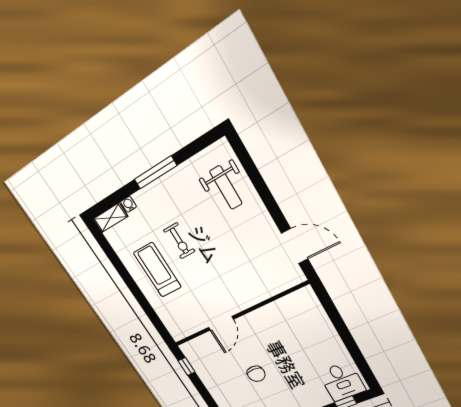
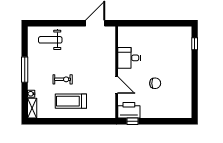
weight bench: (226, 188) -> (50, 40), turned 180
printer: (197, 355) -> (129, 110), added
desk: (342, 381) -> (129, 58), moved, turned 180

